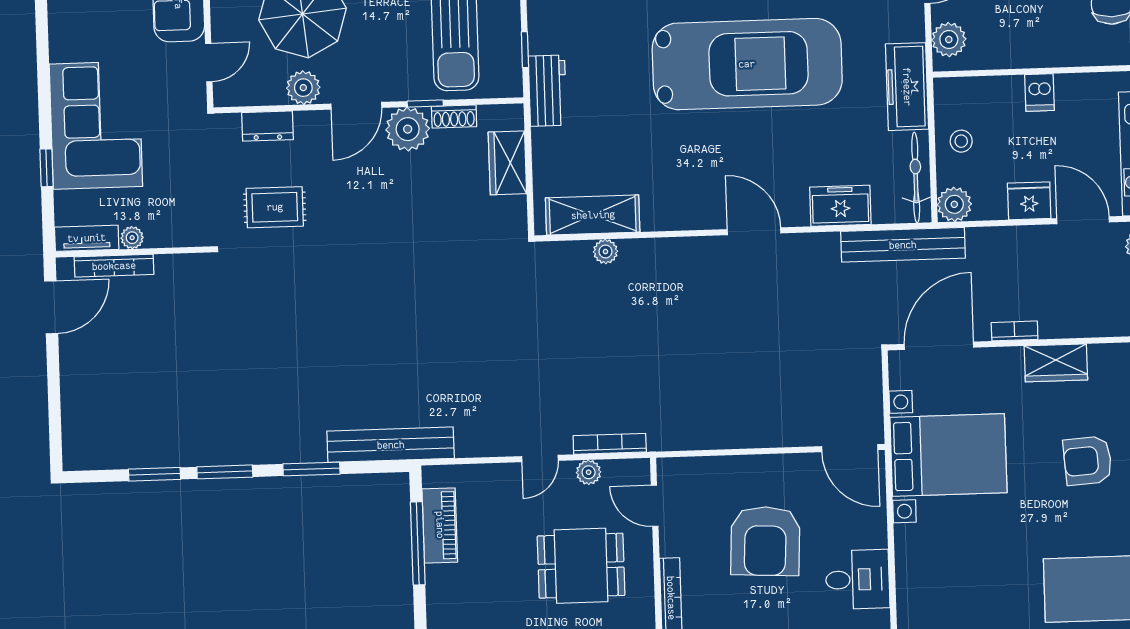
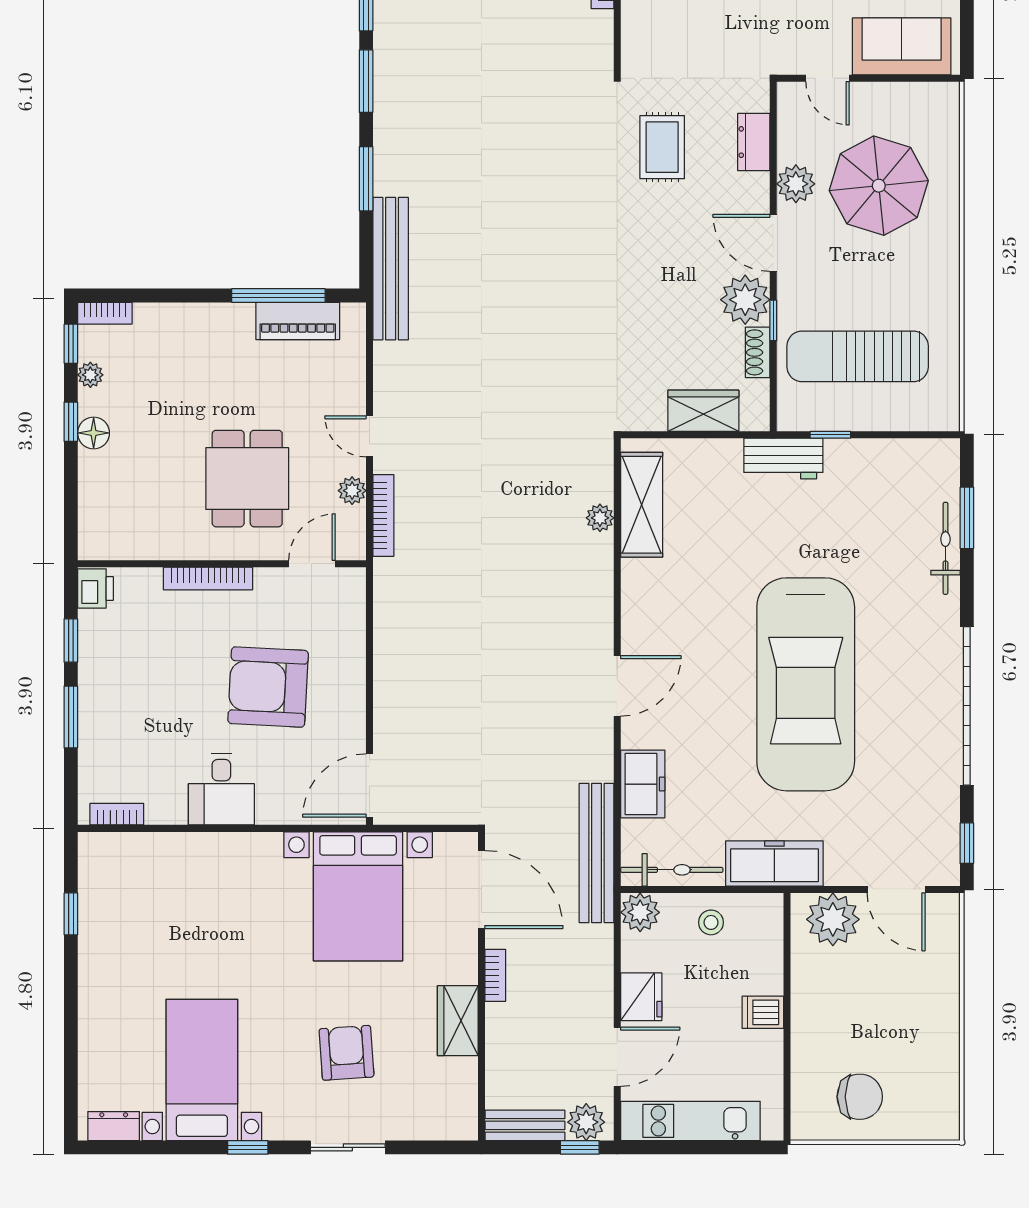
plant: (949, 40) -> (833, 919), width x1.36, depth x1.36

